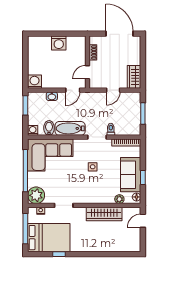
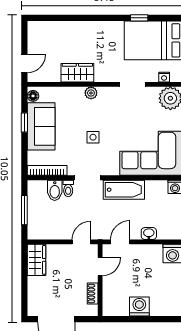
door: (113, 90) -> (81, 242), moved
bidet: (49, 128) -> (55, 190), moved
plant: (119, 199) -> (91, 93), moved
wardrobe: (104, 214) -> (77, 73), width x0.67

